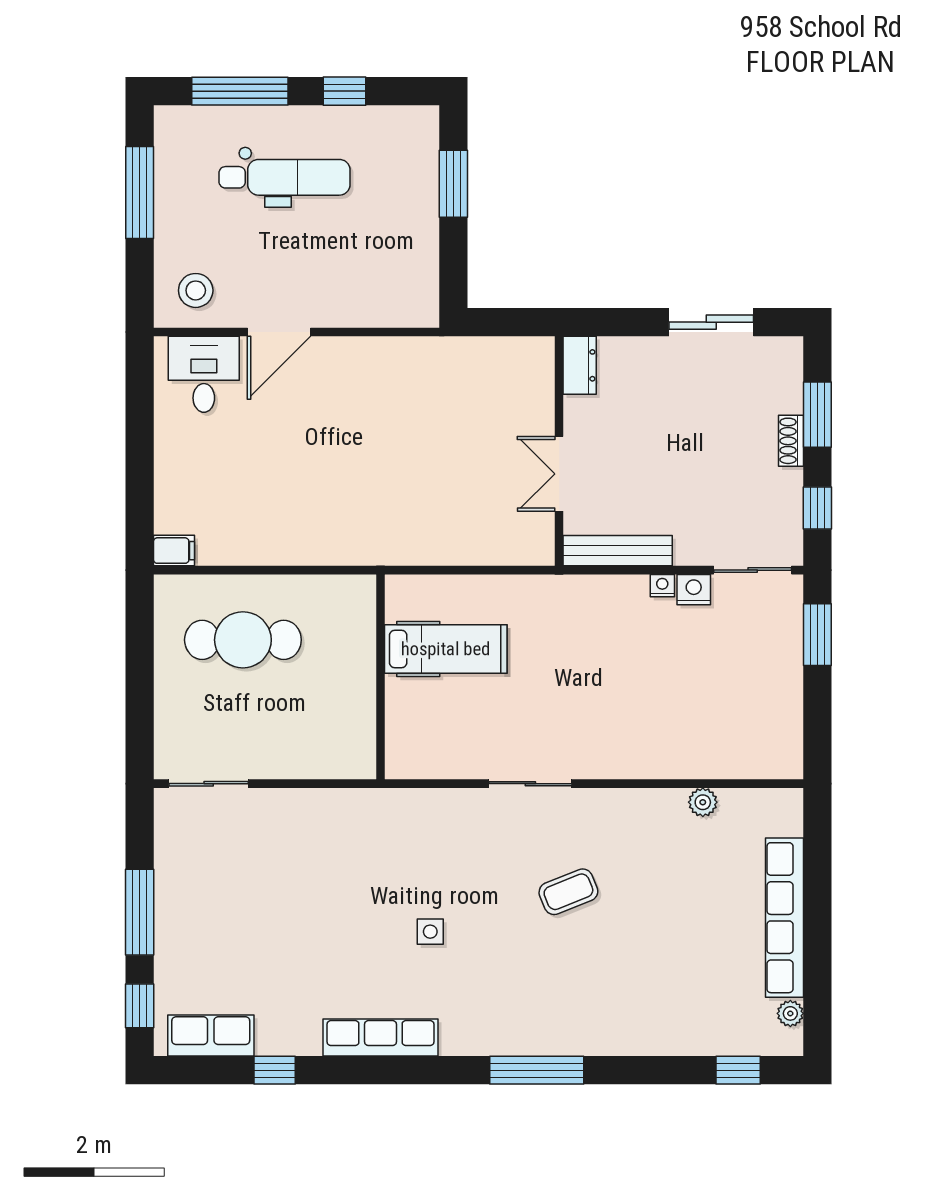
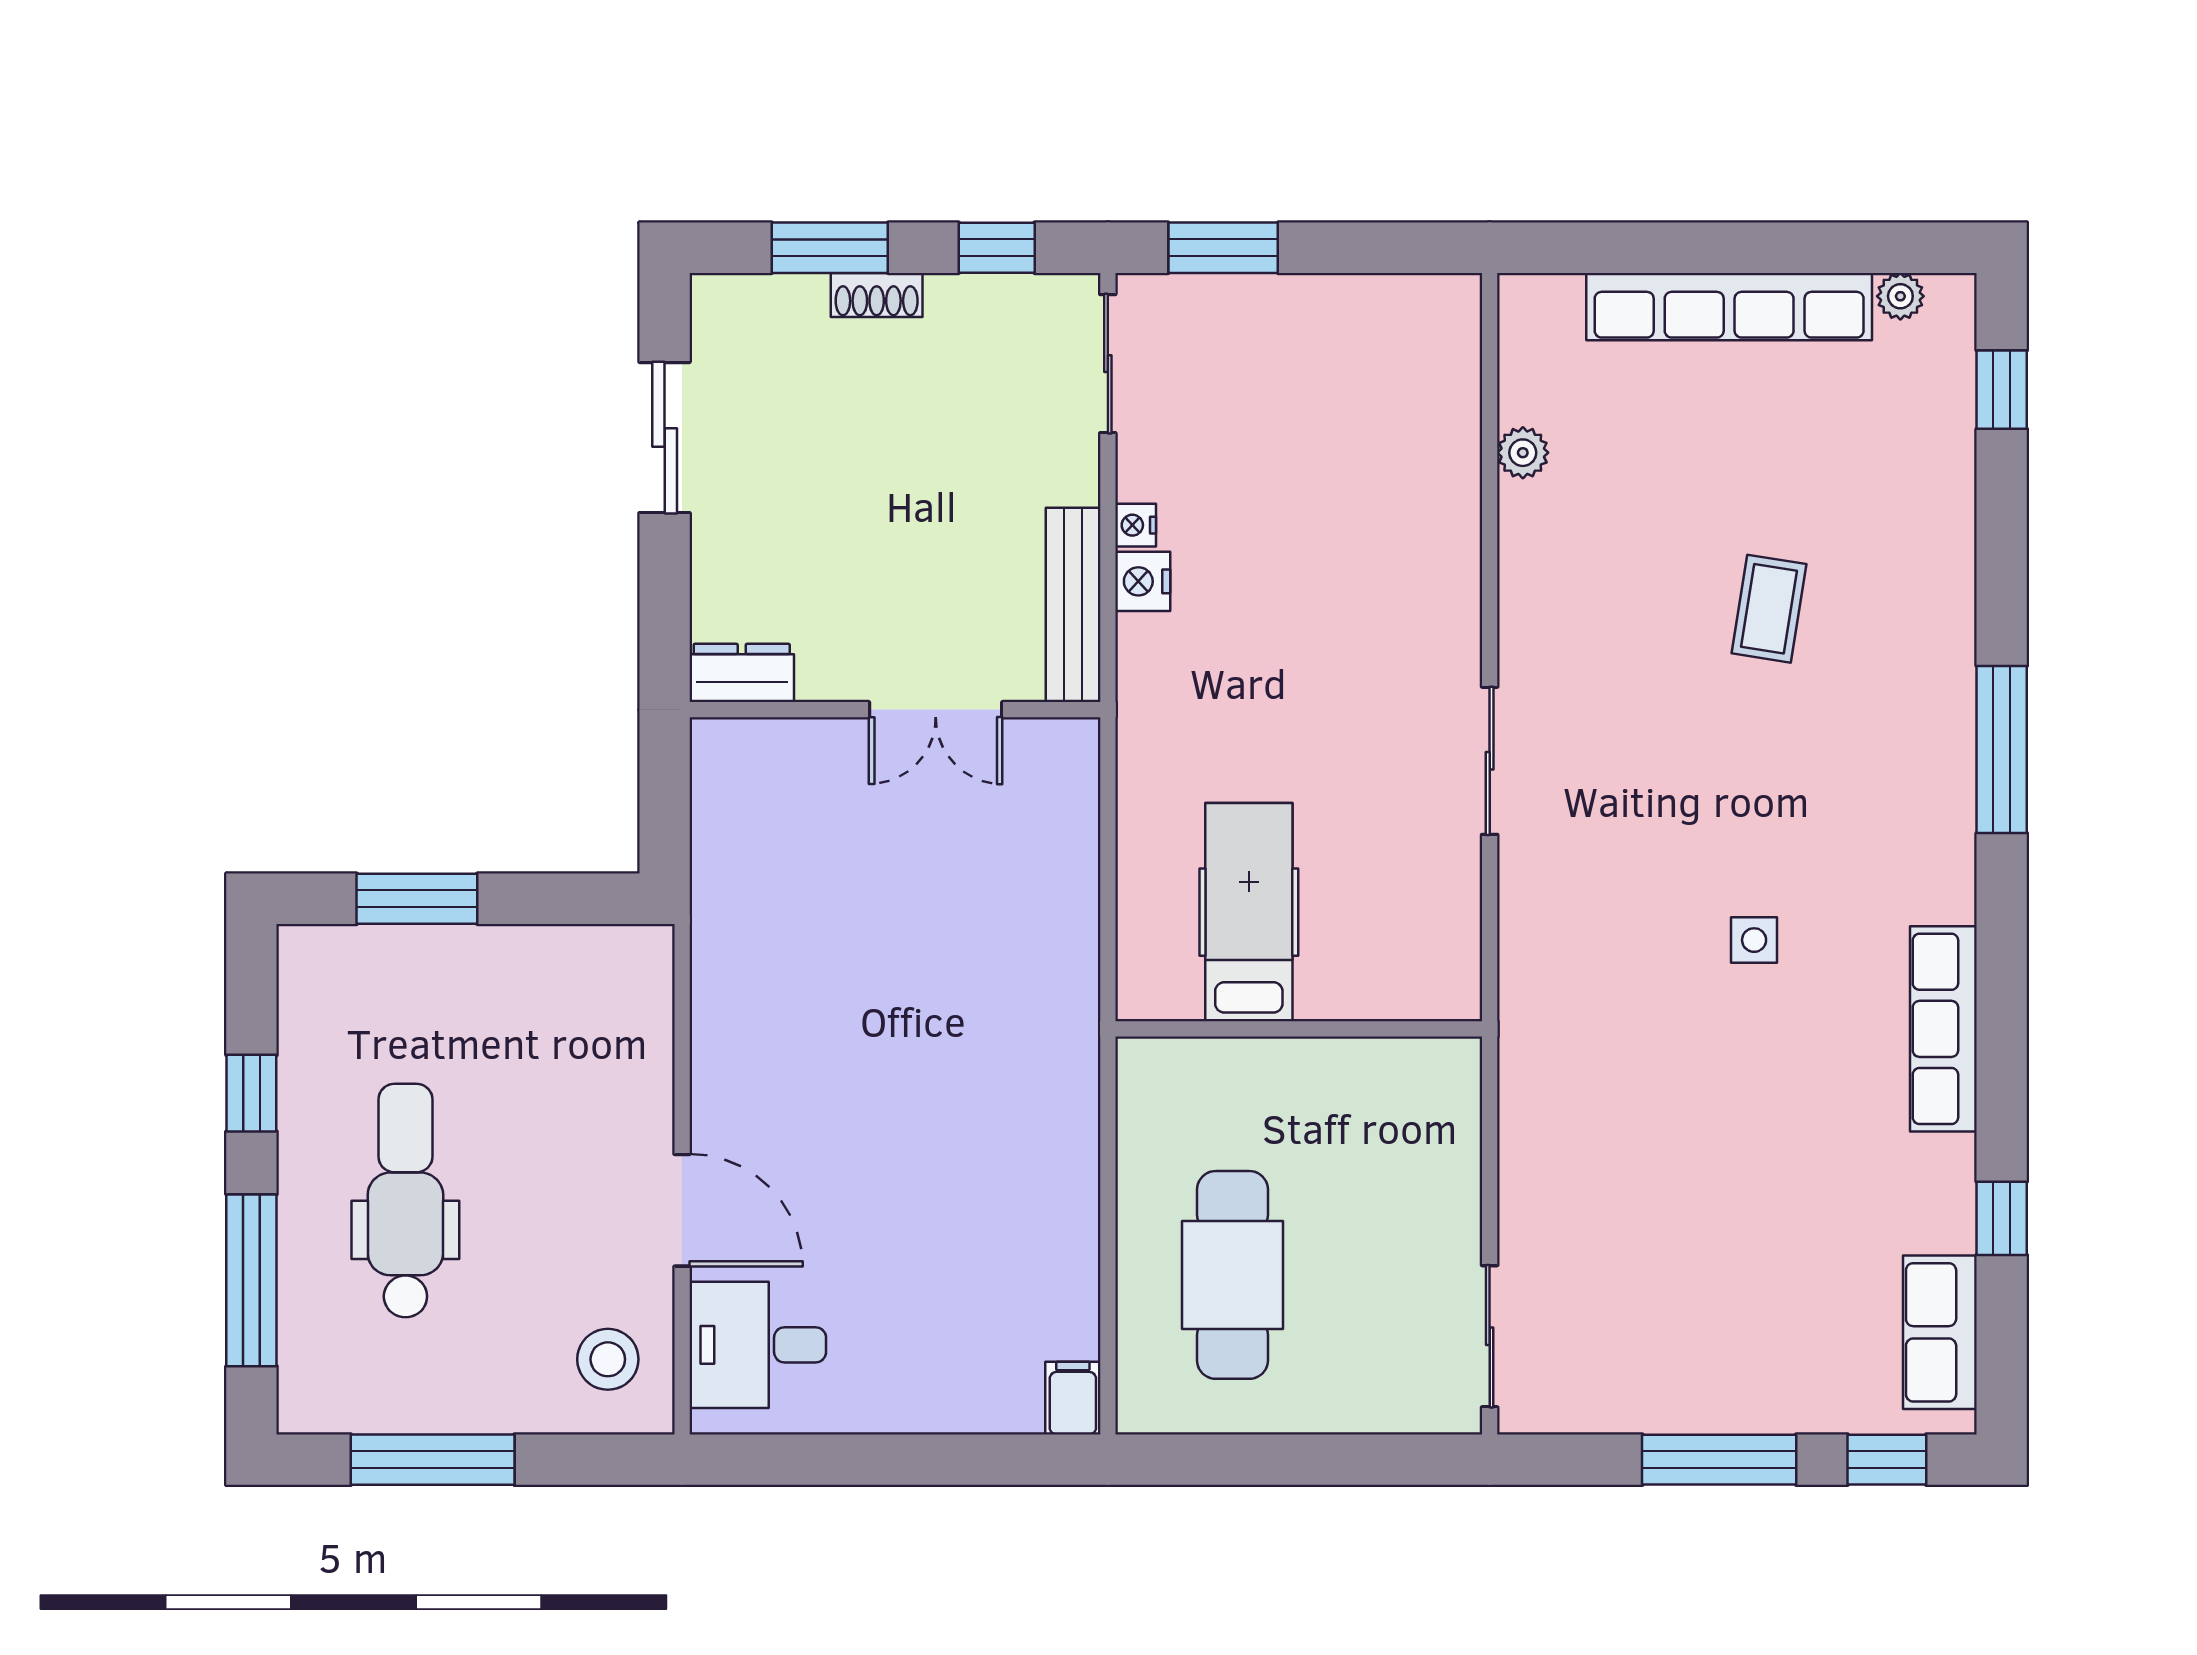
nightstand: (694, 590) -> (1143, 581), moved
coffee table: (568, 892) -> (1769, 609), moved, turned 31

